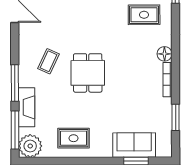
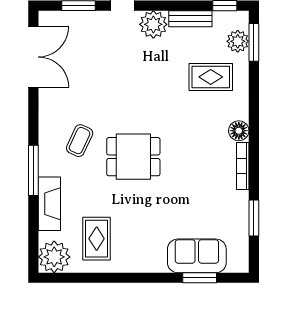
dining table: (88, 73) -> (133, 157), turned 90
window: (15, 130) -> (33, 235), removed
rug: (74, 138) -> (97, 239), moved, turned 90

